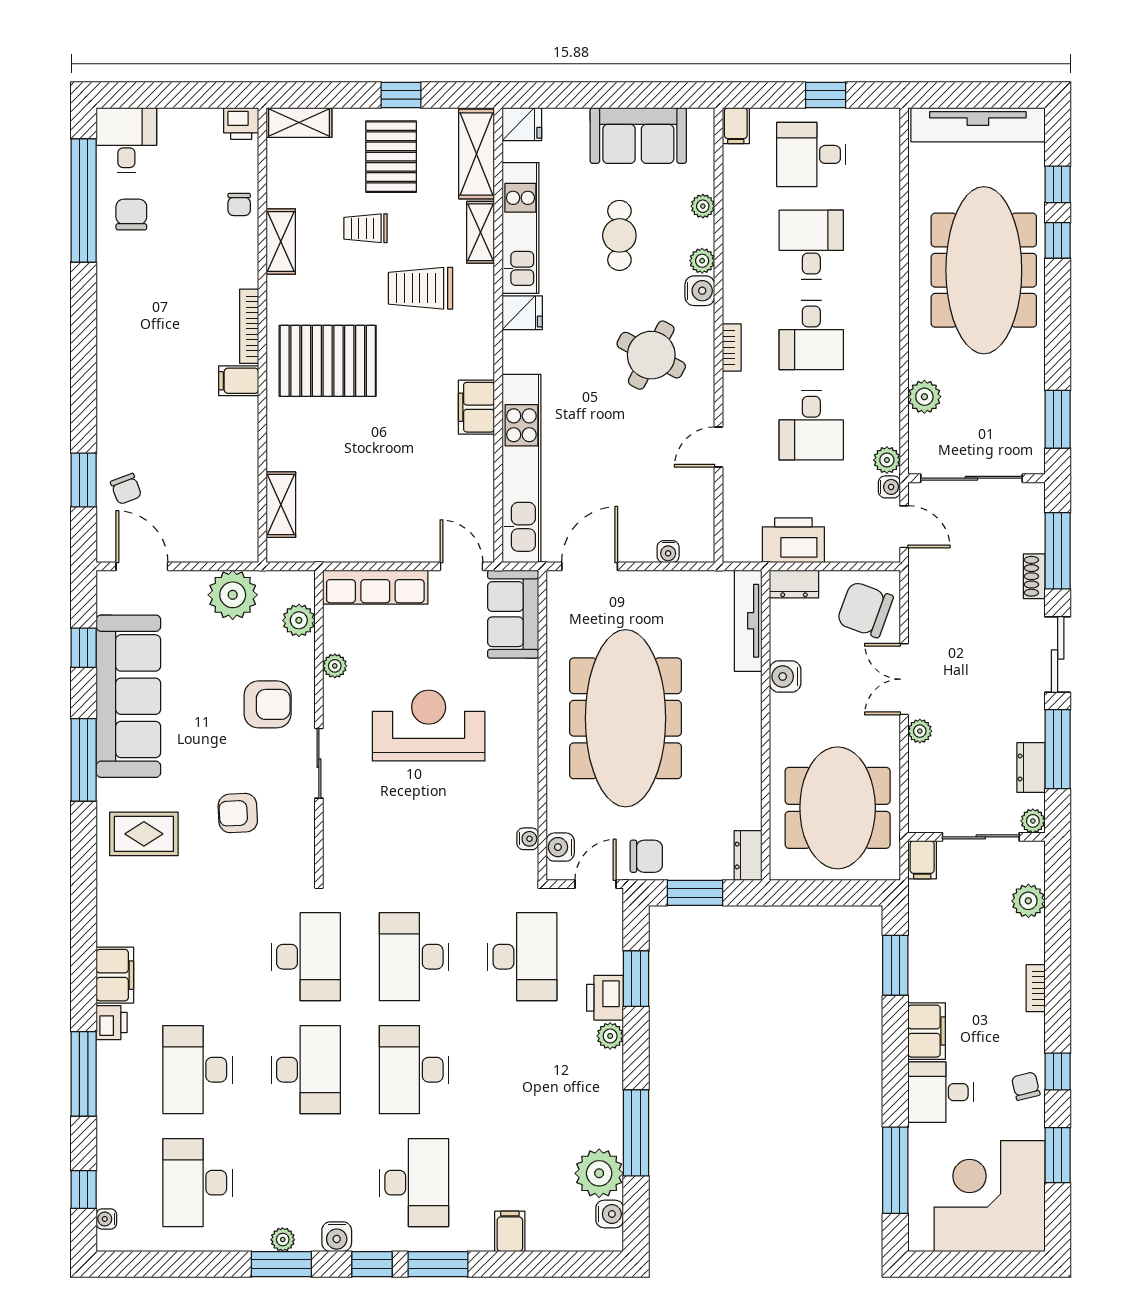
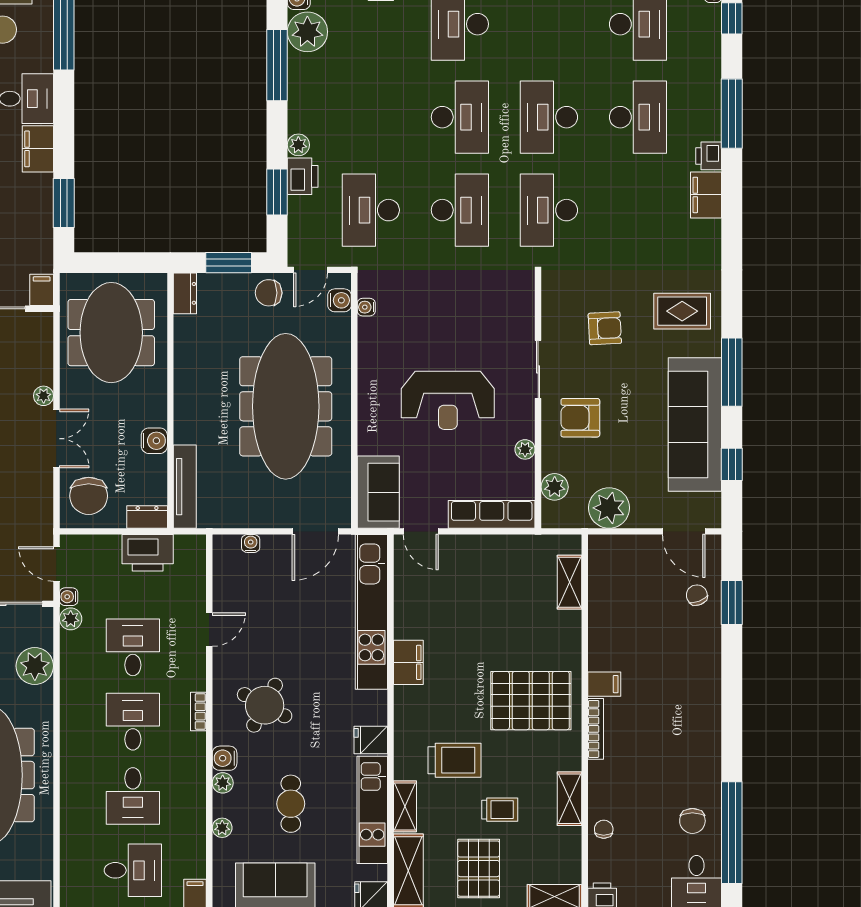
plant: (924, 397) -> (35, 666), width x1.36, depth x1.36
chair: (865, 610) -> (89, 496), turned 70

